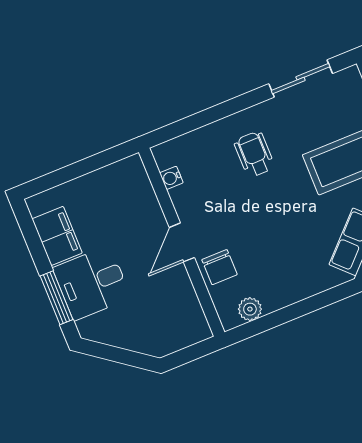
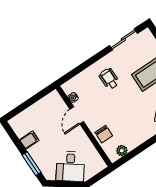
filing cabinet: (57, 236) -> (29, 140), width x0.50
door: (182, 242) -> (77, 115), moved
desk: (92, 283) -> (70, 166), moved, turned -53

